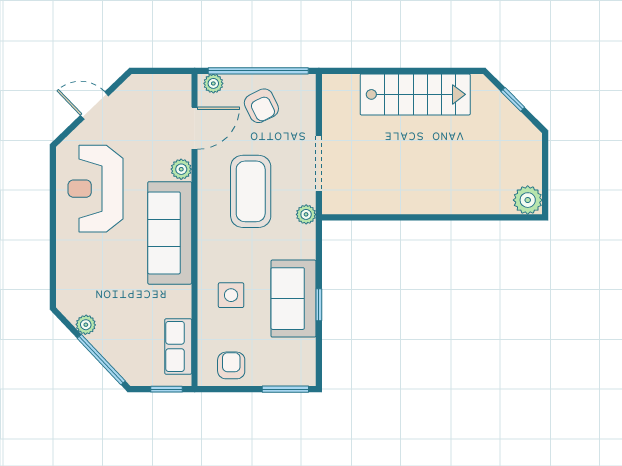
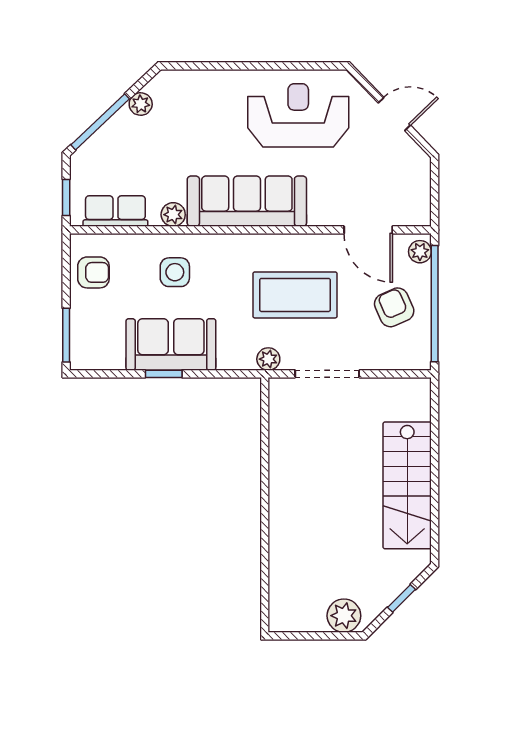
door: (94, 106) -> (394, 114), hinge flipped
armchair: (261, 106) -> (394, 307), turned 92
plant: (181, 169) -> (173, 215), moved
plant: (528, 200) -> (344, 616), moved

